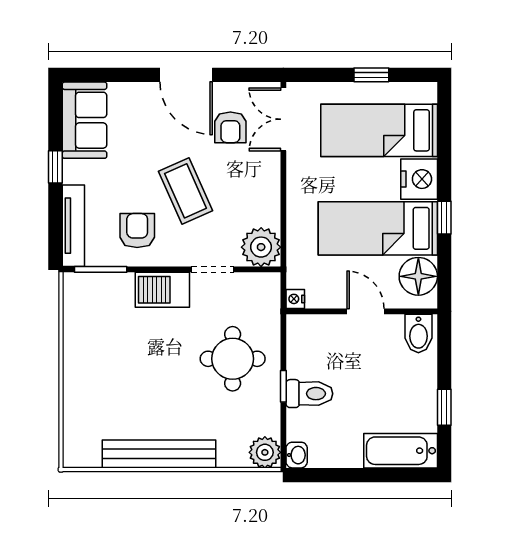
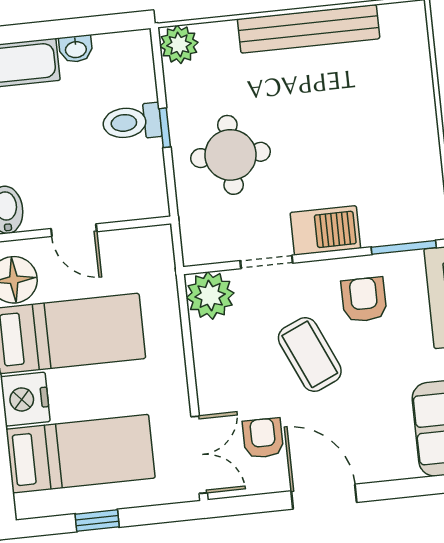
armchair: (137, 231) -> (364, 300), turned 180
nightstand: (295, 299) -> (161, 236), removed
washbasin: (297, 455) -> (76, 49), moved, turned -90

